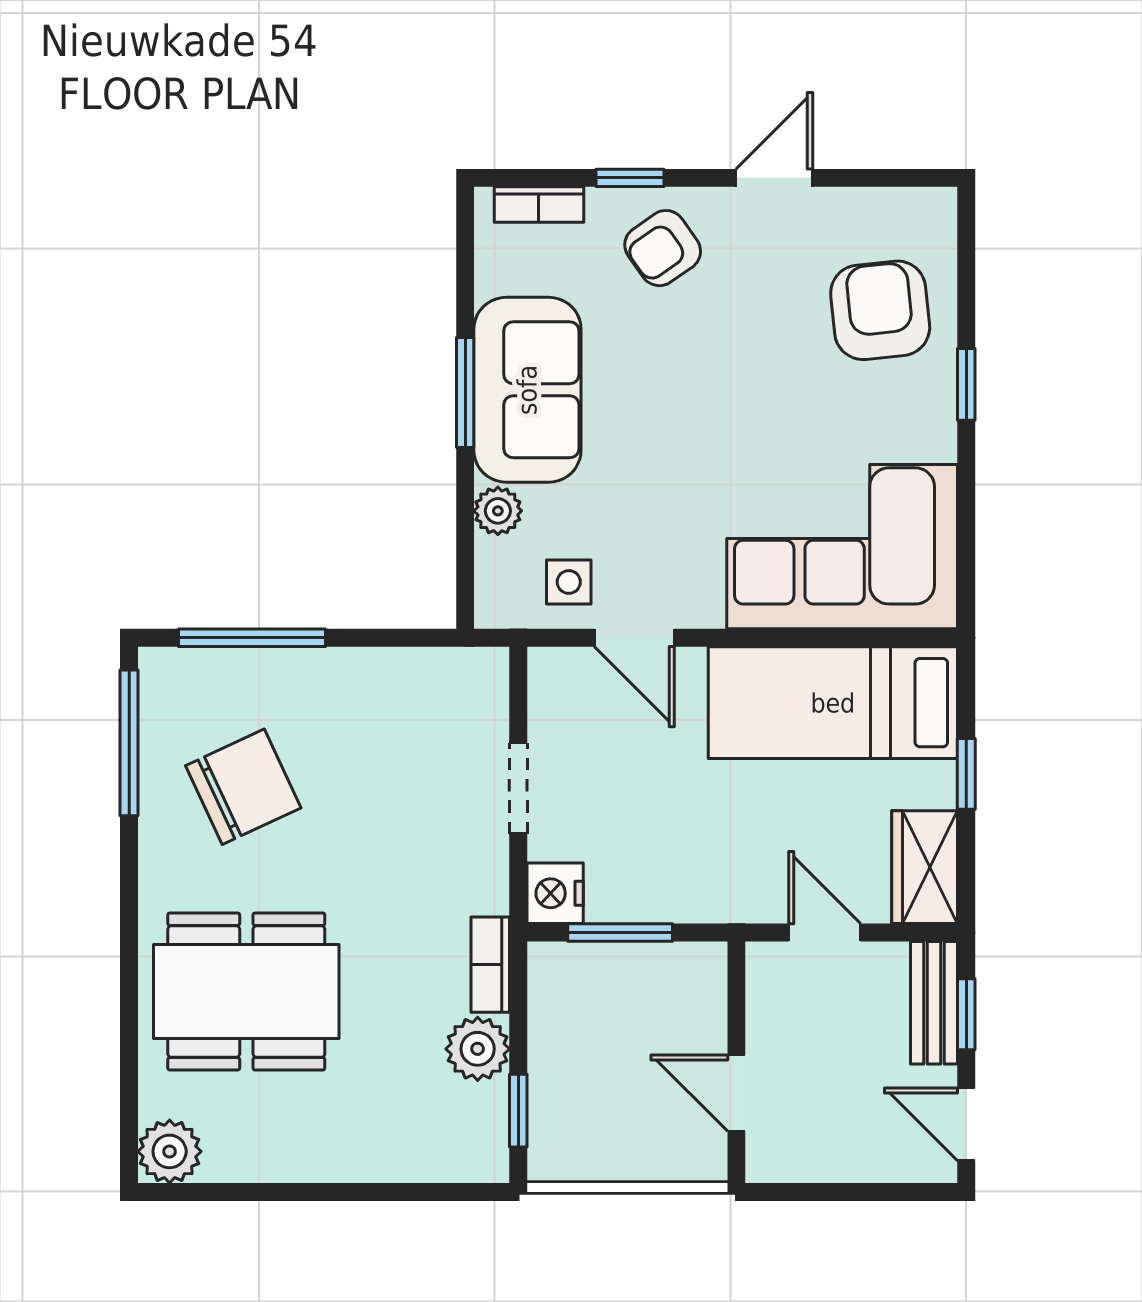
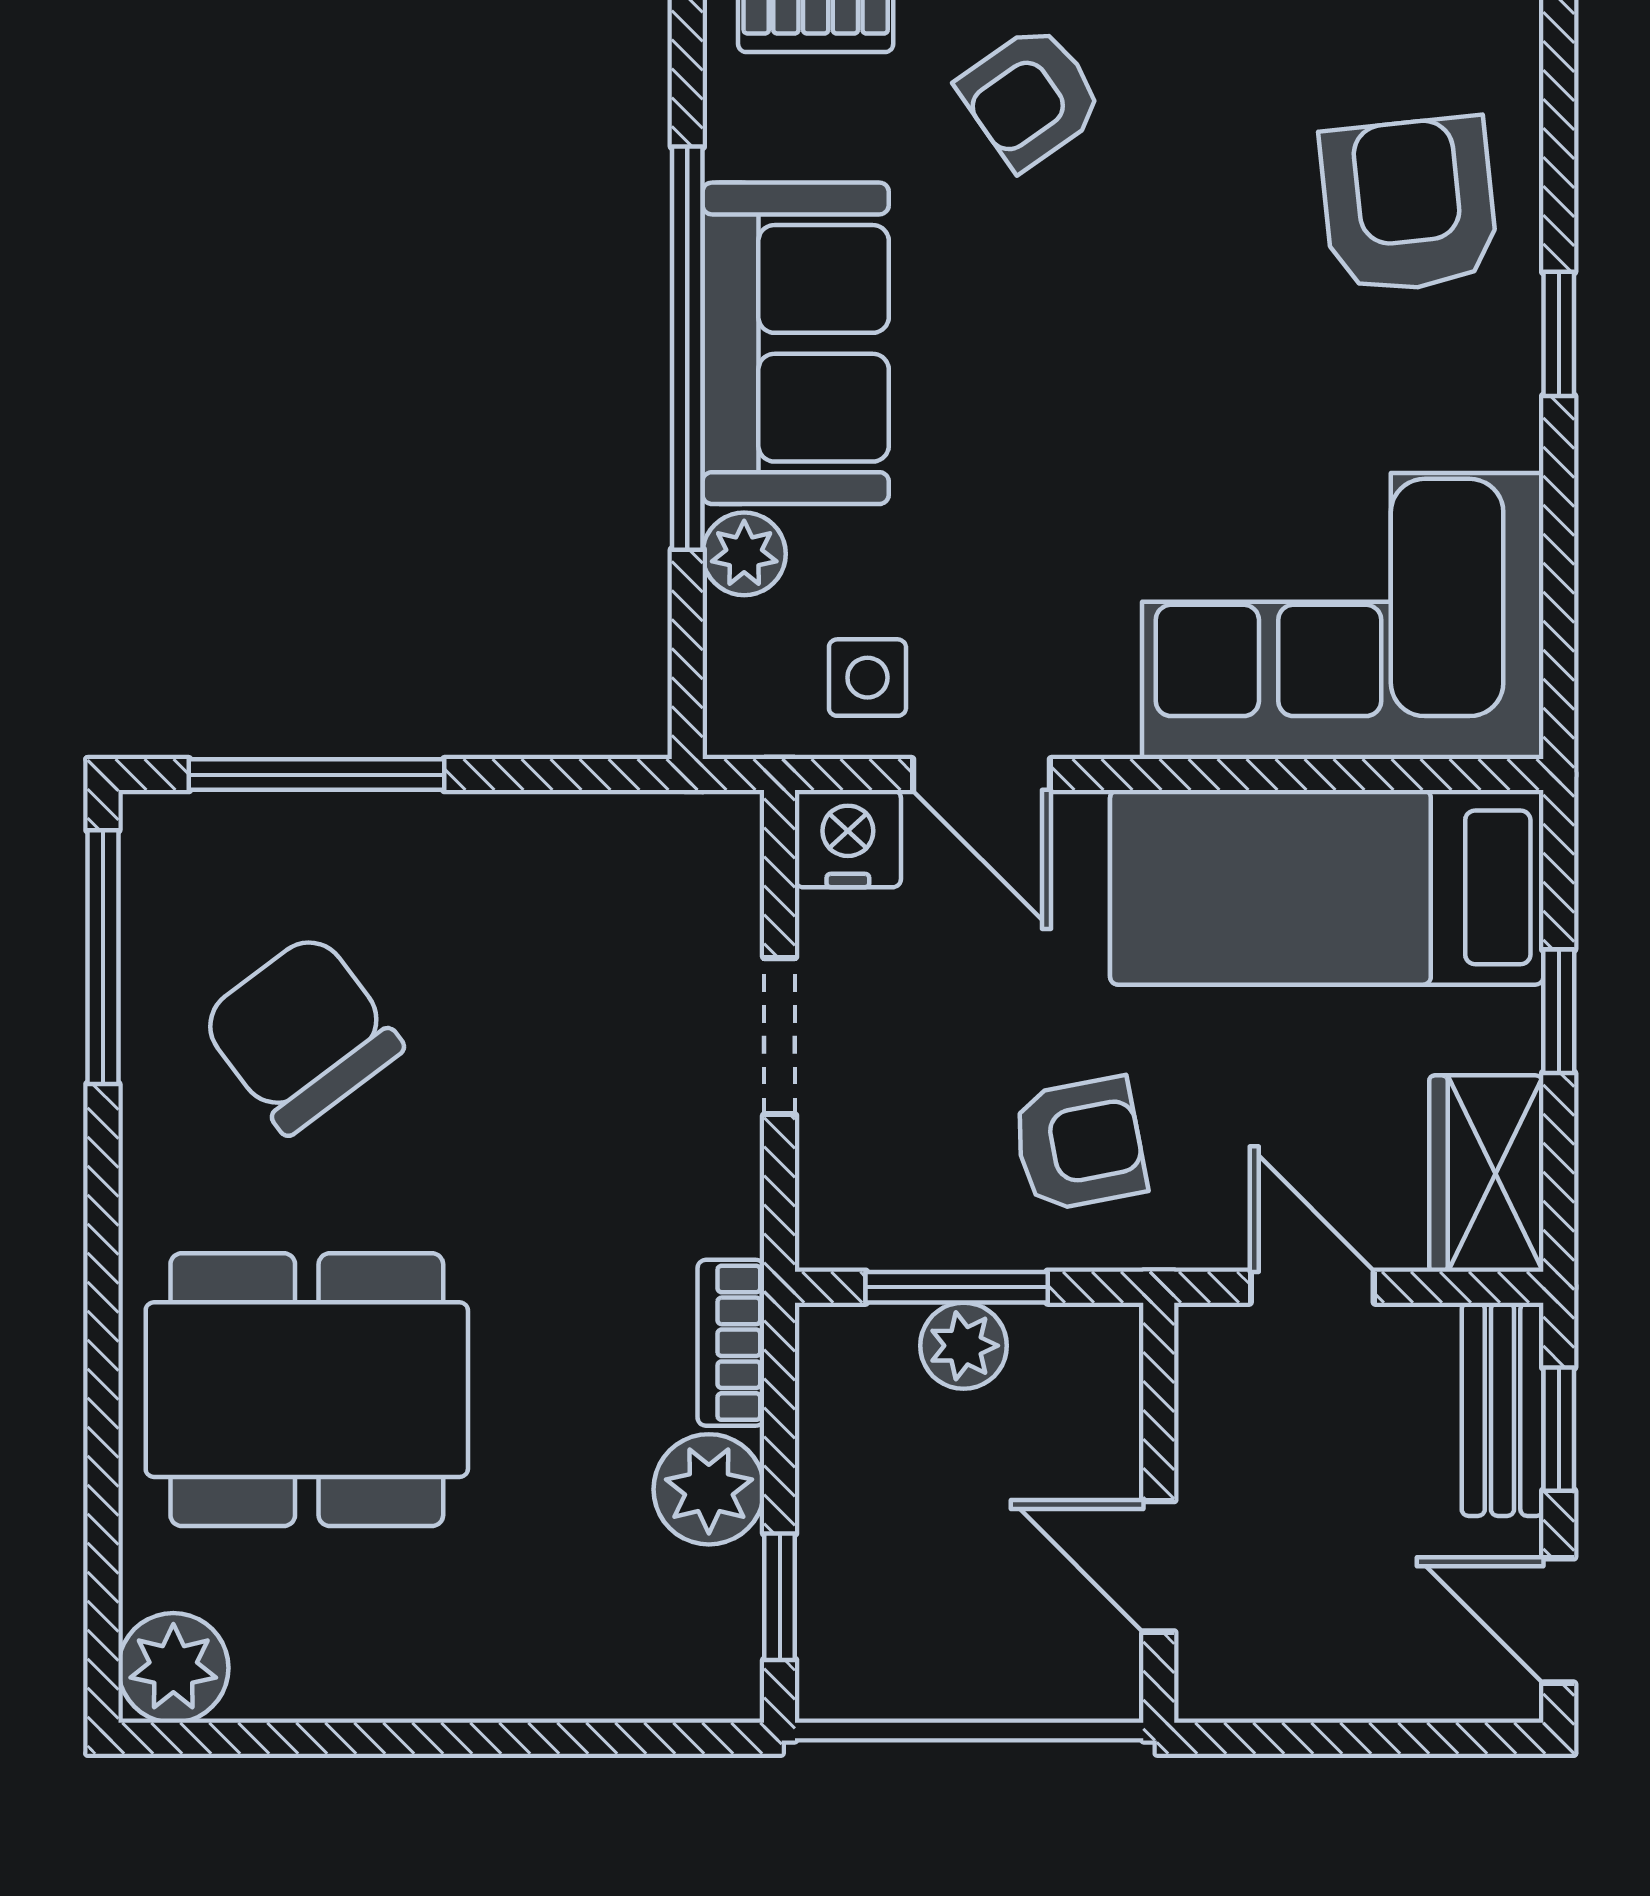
window: (465, 393) -> (687, 348), width x2.11
chair: (243, 787) -> (301, 1034), turned -102
armchair: (691, 850) -> (1079, 1144), added
nightstand: (555, 893) -> (848, 839), moved, turned 90
plant: (624, 966) -> (964, 1346), added

